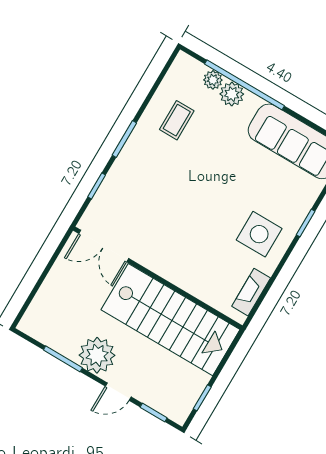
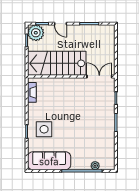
plant: (232, 94) -> (85, 164), removed
coffee table: (177, 120) -> (100, 142), removed
side table: (259, 234) -> (44, 129), moved
plant: (97, 355) -> (36, 33), moved
door: (118, 392) -> (60, 24), swing flipped

